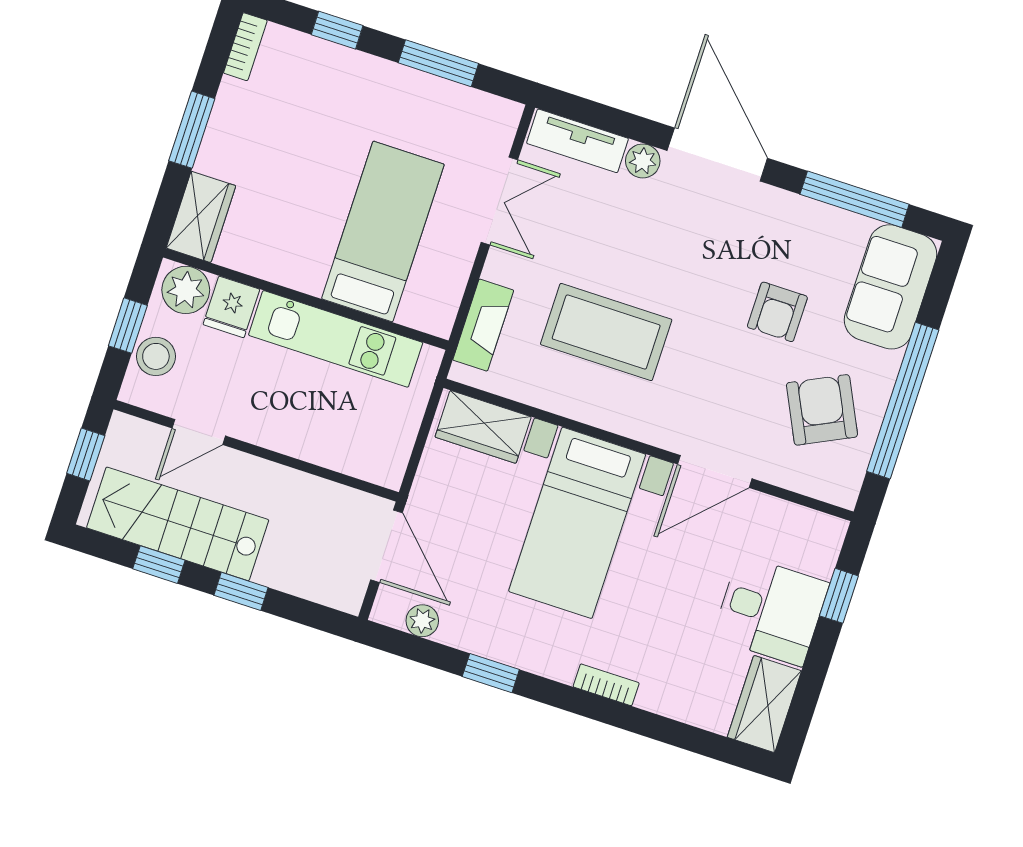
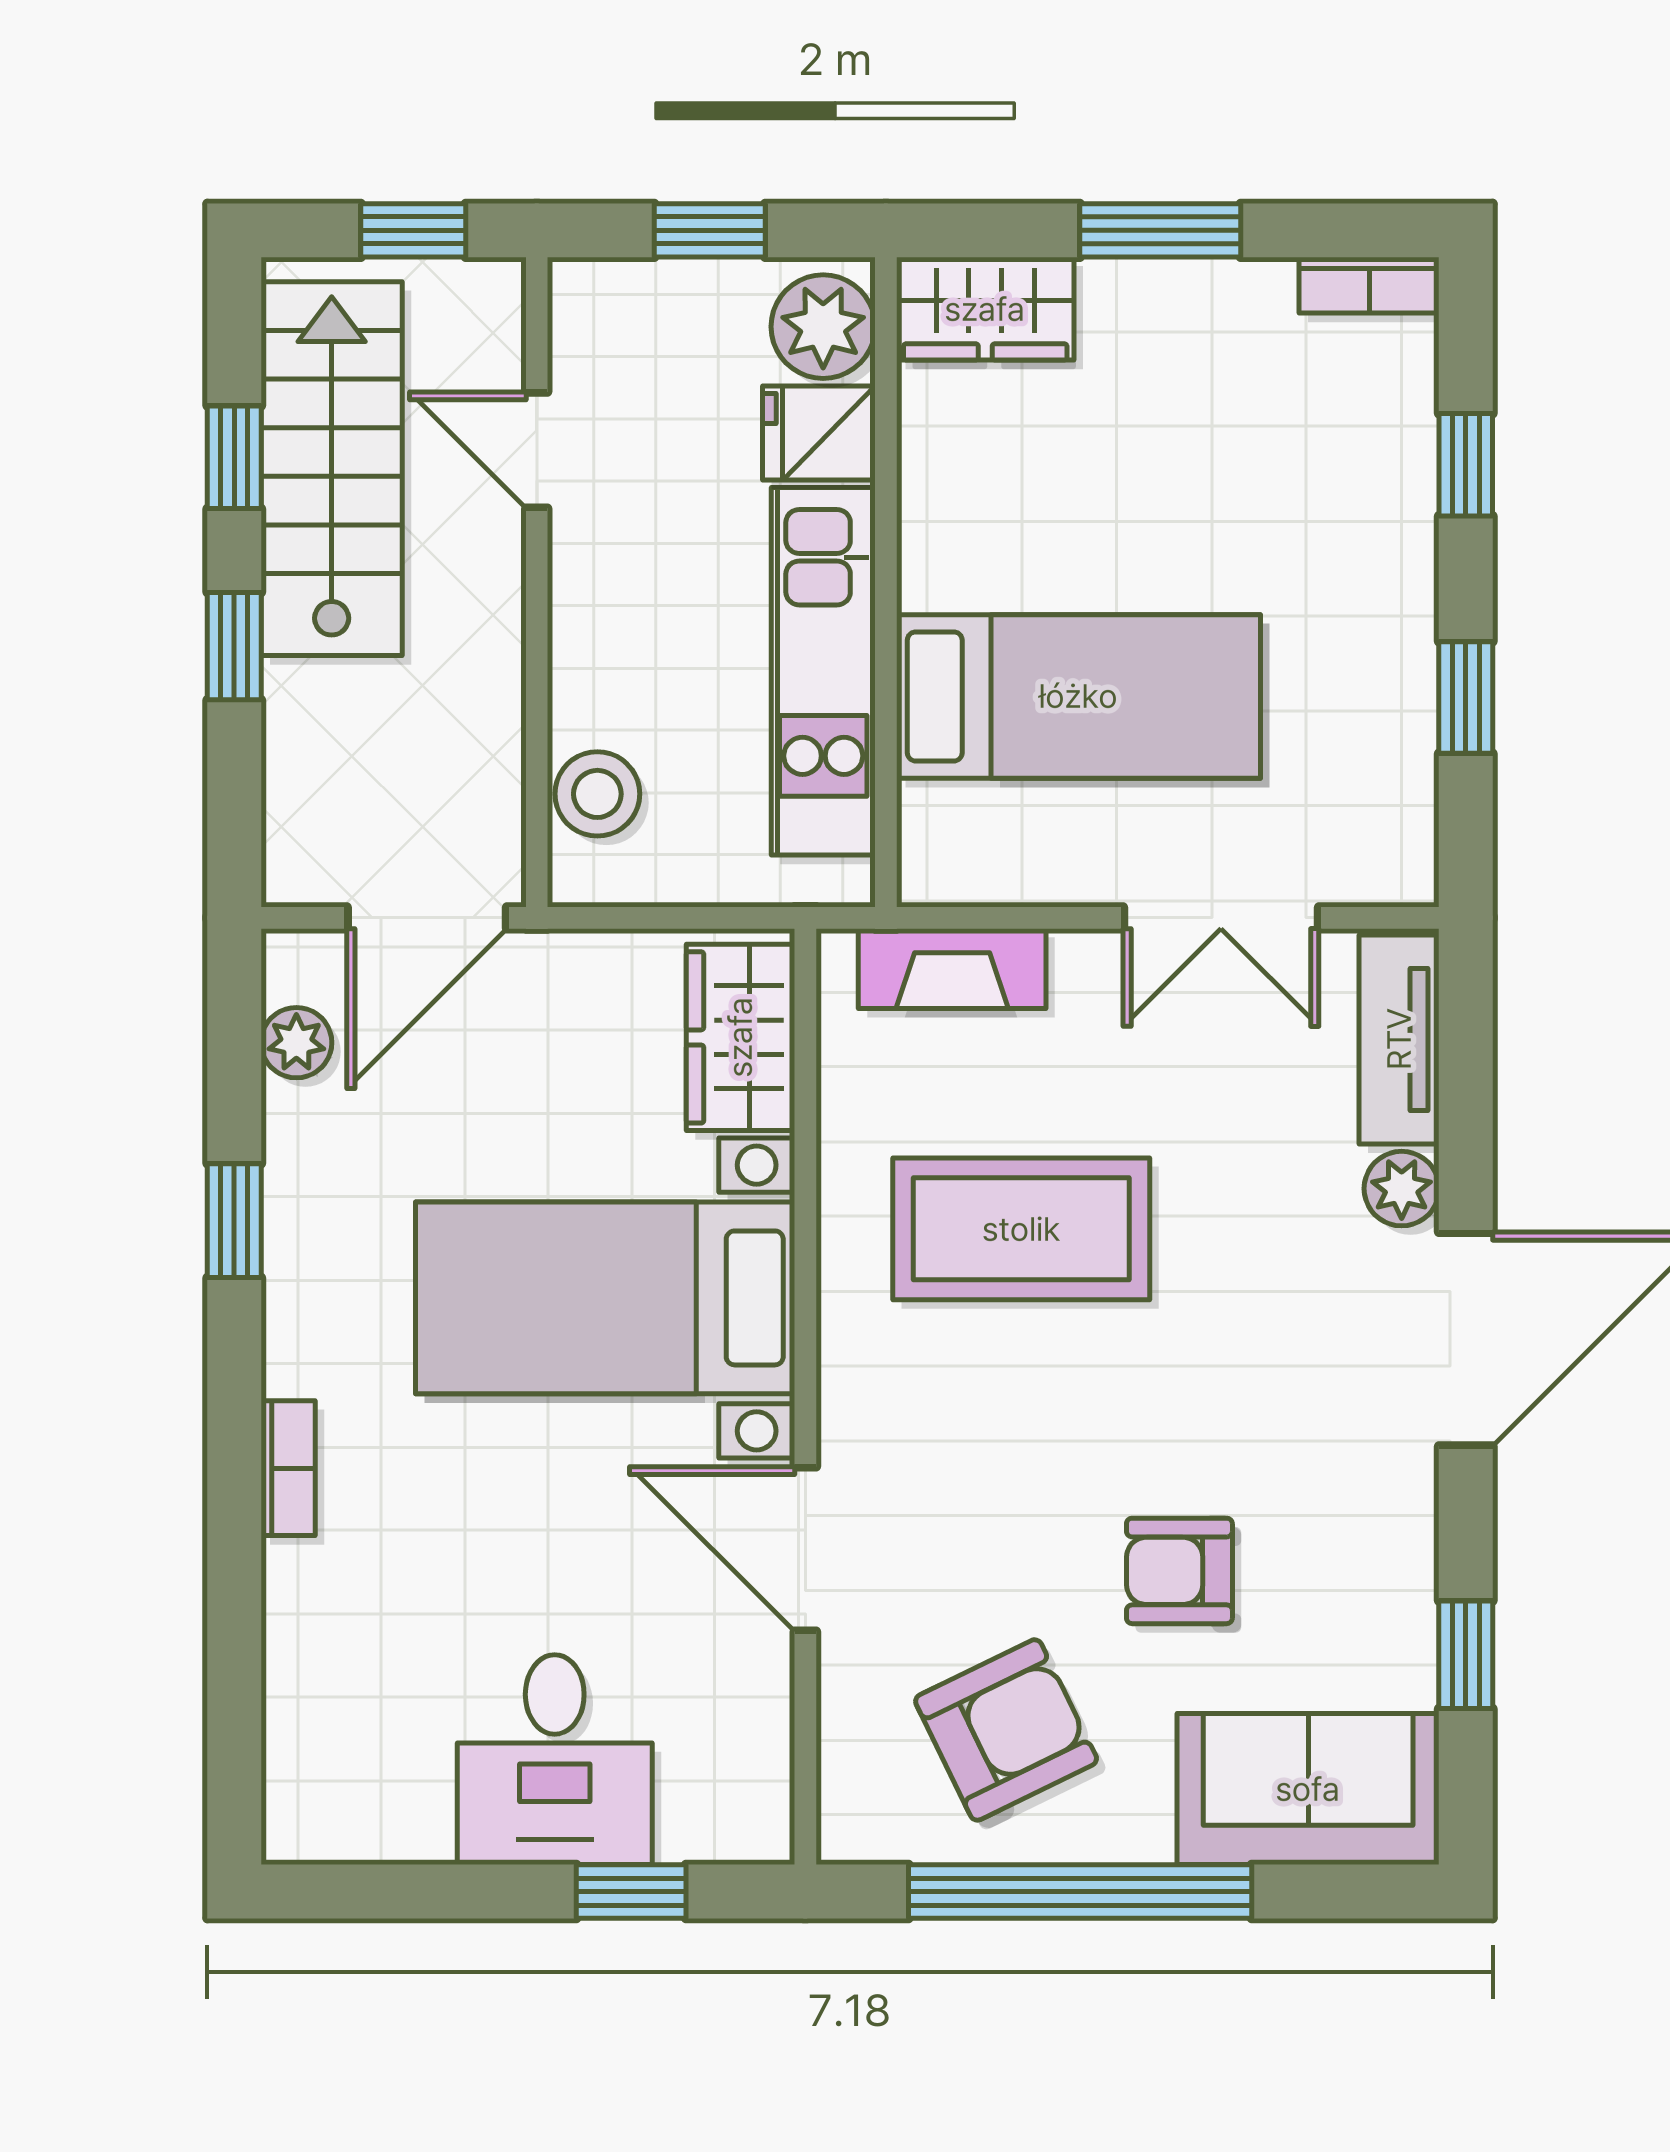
window: (438, 63) -> (1466, 698), width x0.67
window: (855, 199) -> (1466, 1655), width x0.46
coffee table: (606, 332) -> (1021, 1229), turned 90
stool: (156, 356) -> (597, 794), moved
wardrobe: (764, 704) -> (356, 1810), removed

